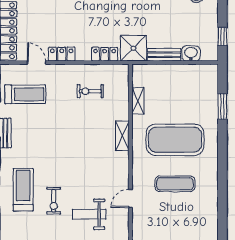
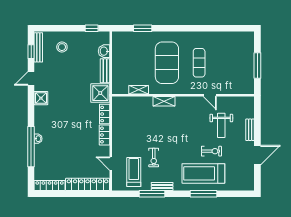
locker: (62, 54) -> (105, 135), moved
door: (37, 63) -> (111, 164), hinge flipped
exercise bike: (90, 91) -> (154, 158), moved
treadmill: (23, 190) -> (203, 173), width x1.37, depth x1.38

